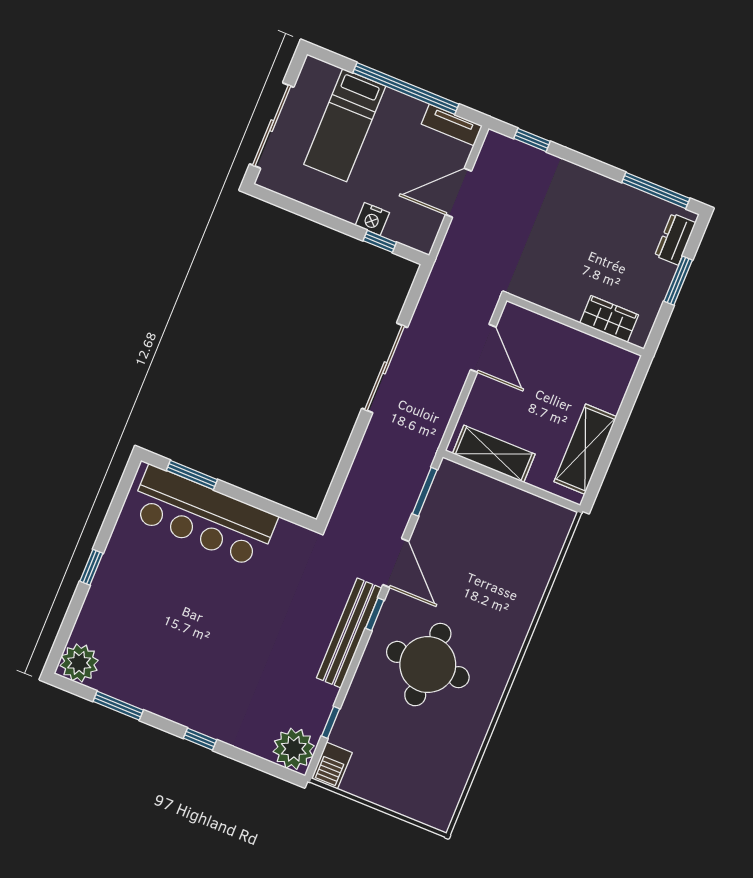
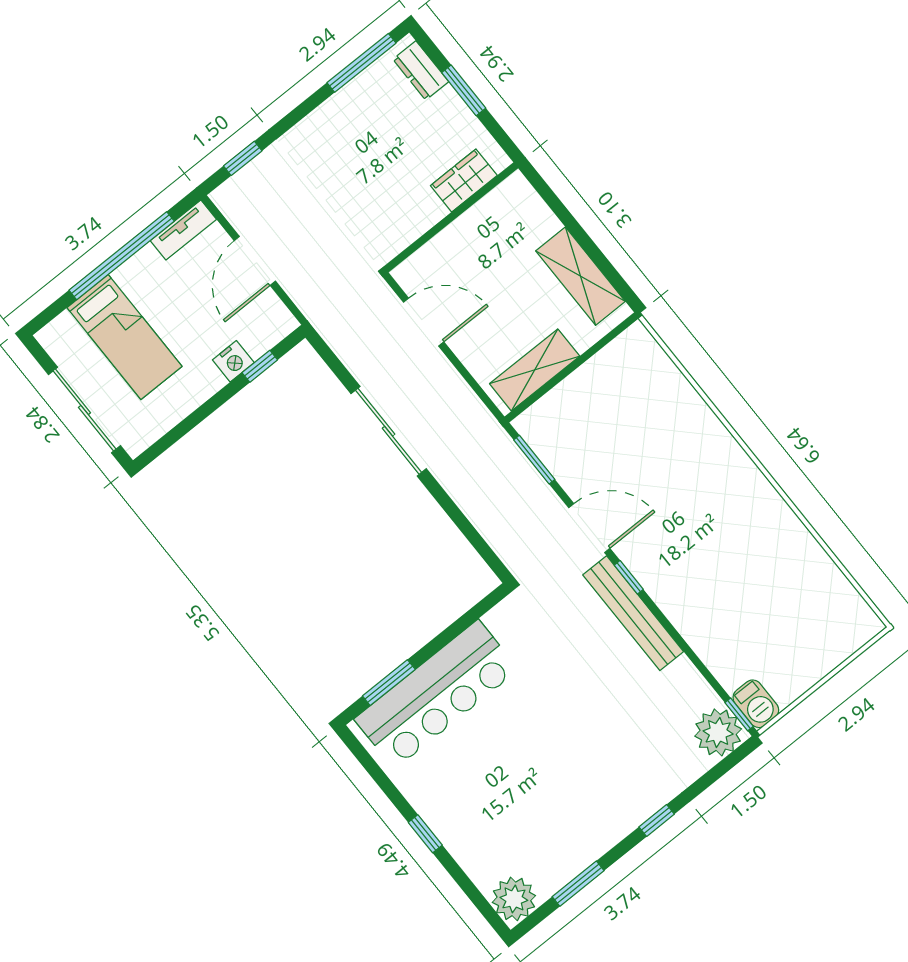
round table: (428, 665) -> (708, 552), removed
window: (331, 722) -> (739, 714), moved

